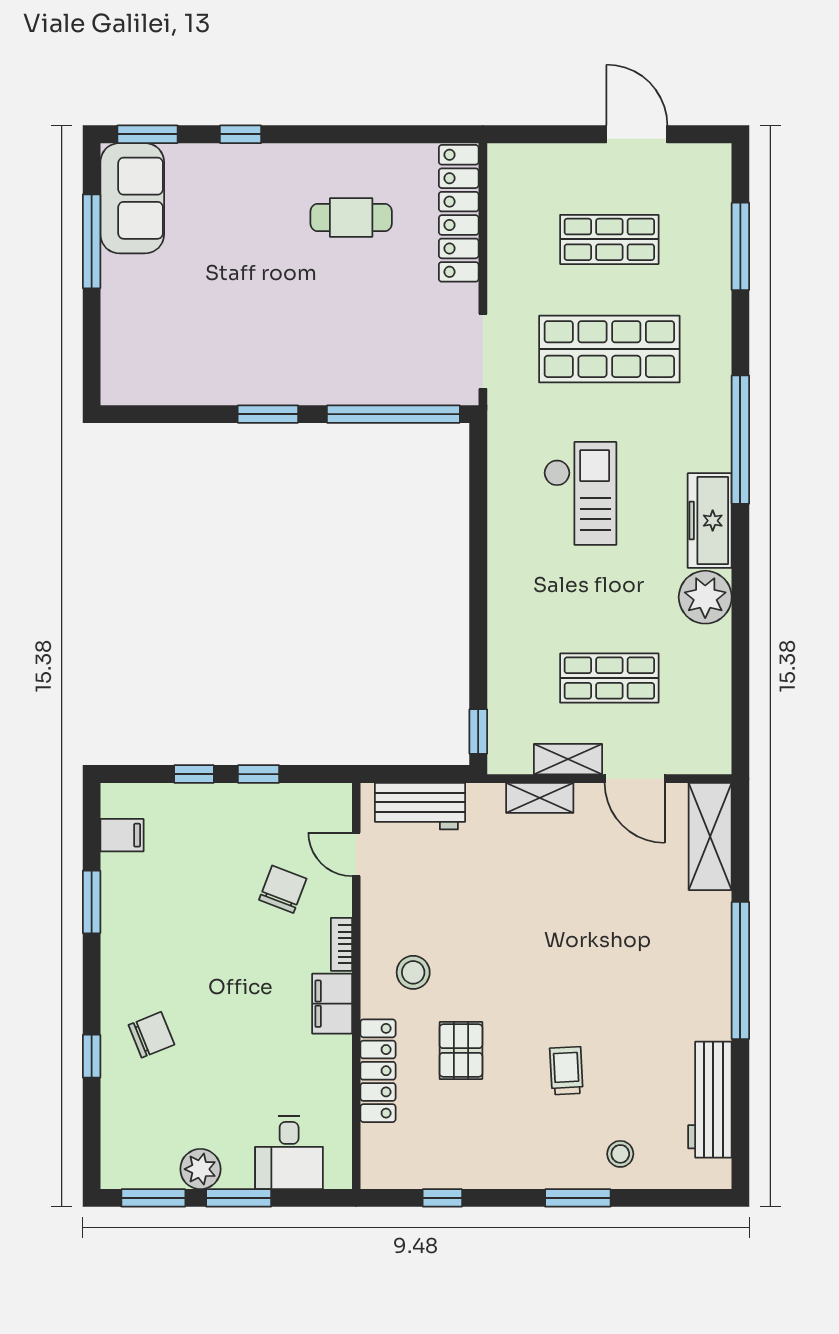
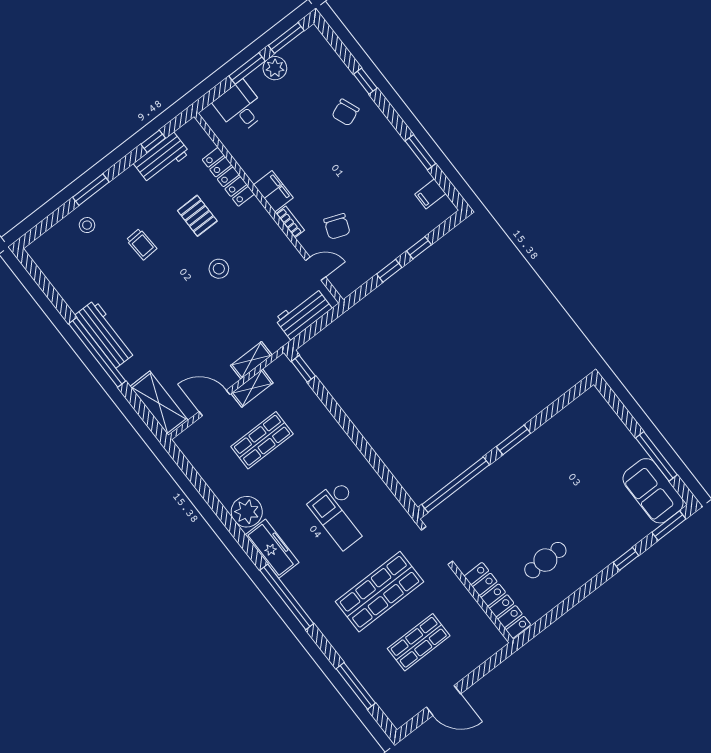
stool: (413, 972) -> (219, 269), moved
workbench: (710, 1100) -> (105, 334), moved
workbench: (449, 1166) -> (161, 158), added

